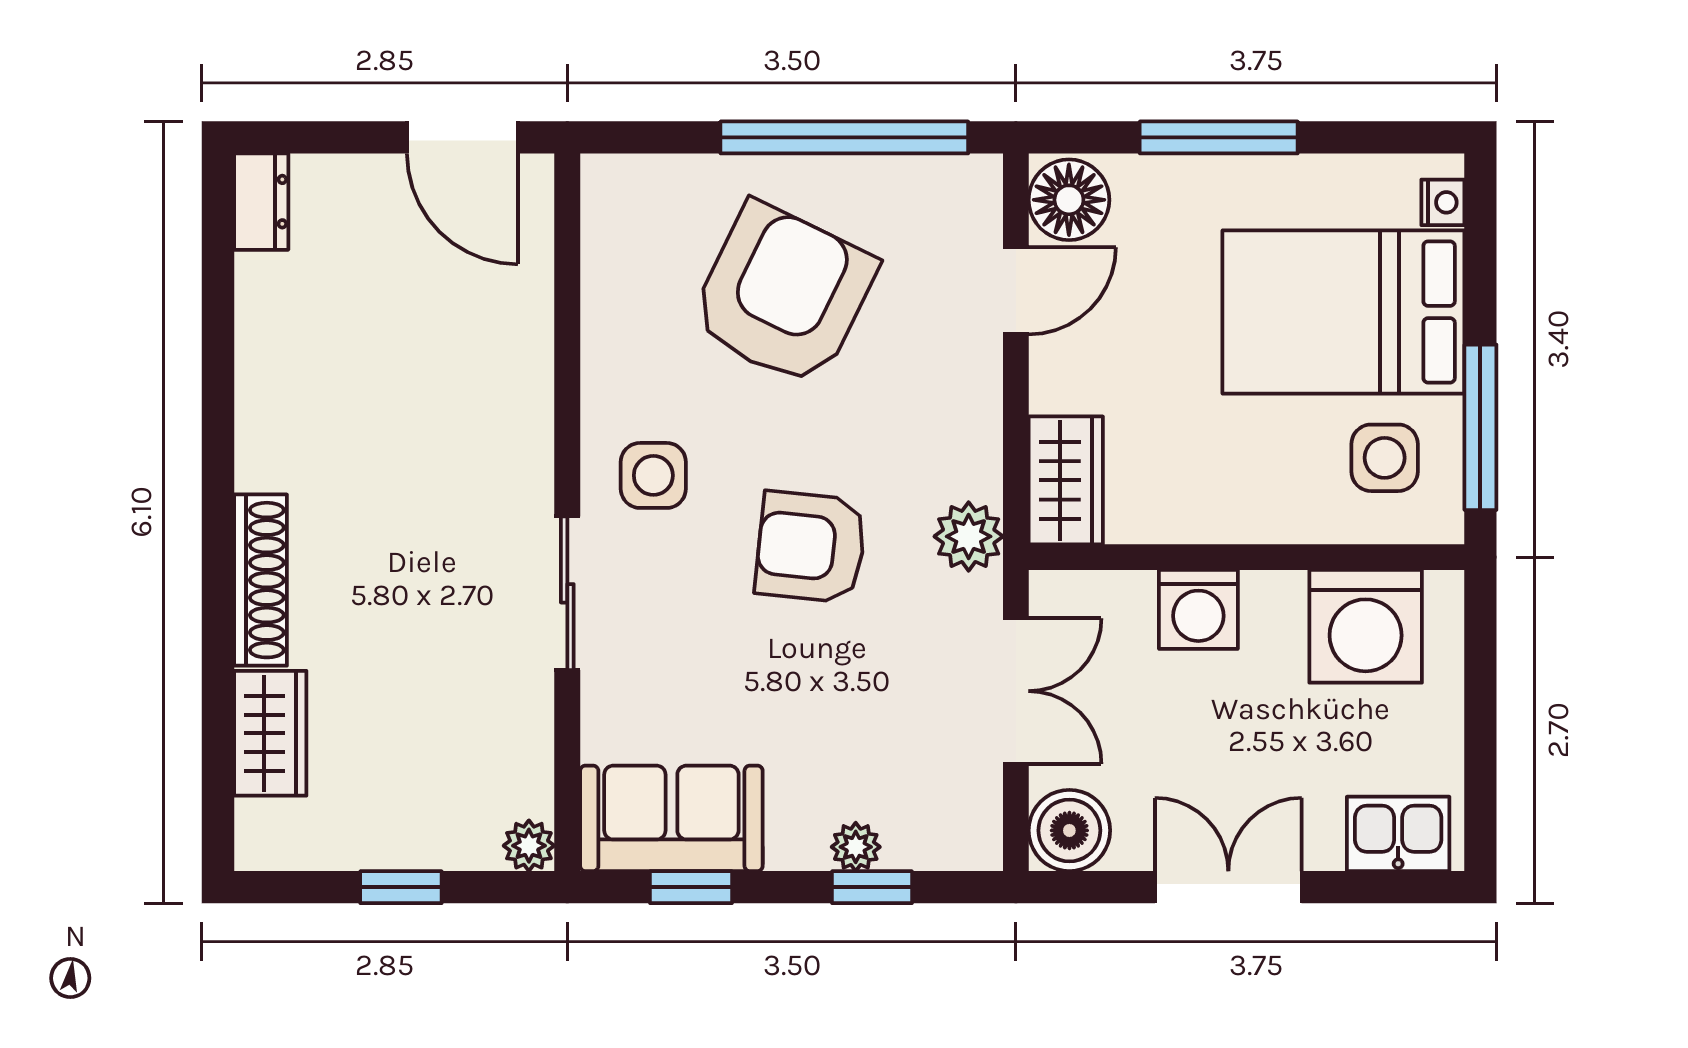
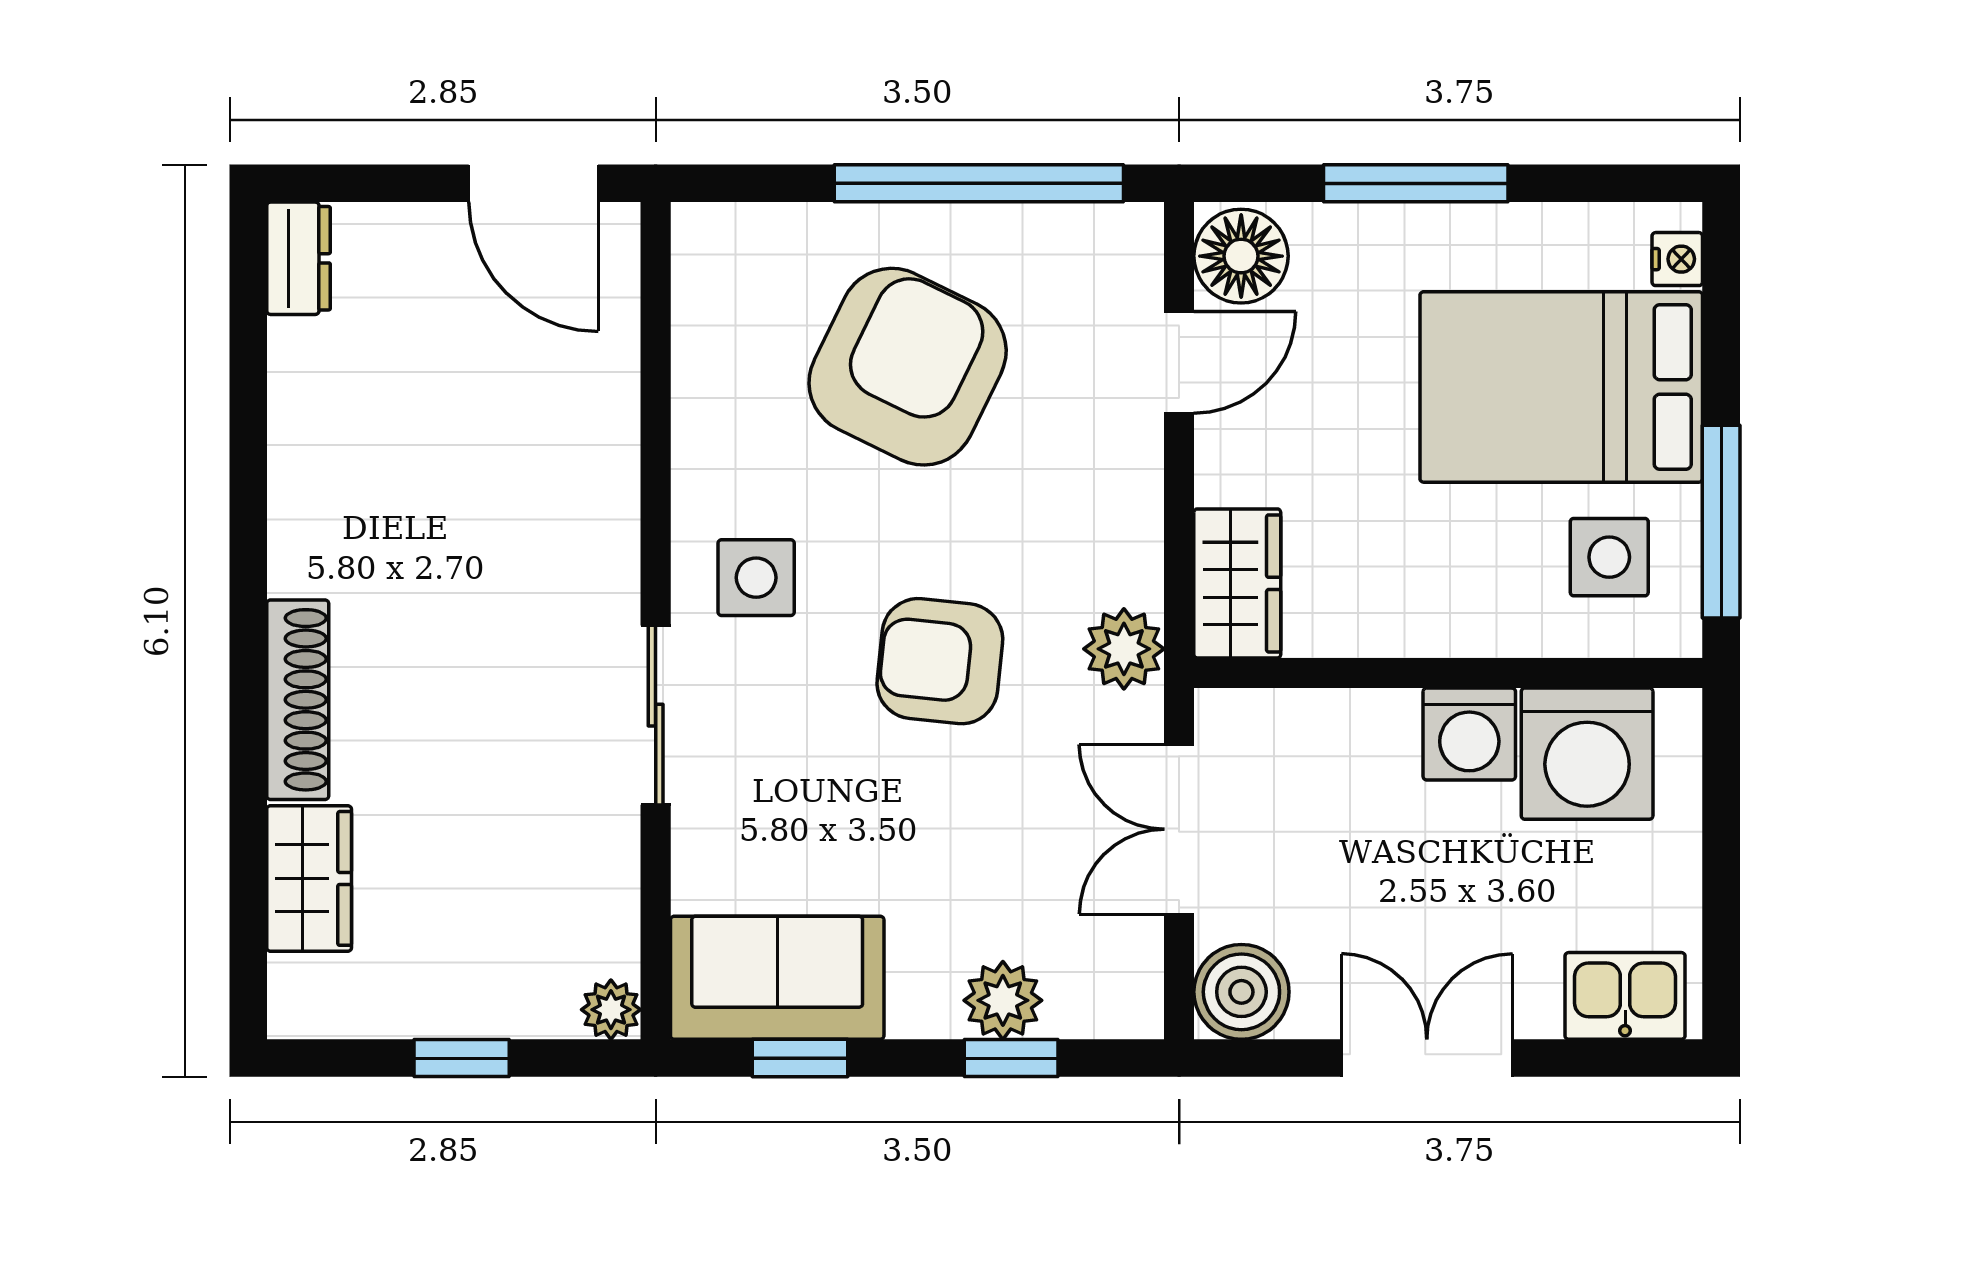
washing machine: (1198, 609) -> (1469, 734), moved
double door: (1016, 691) -> (1179, 829), swing flipped
plant: (856, 847) -> (1003, 1000), width x1.38, depth x1.38

